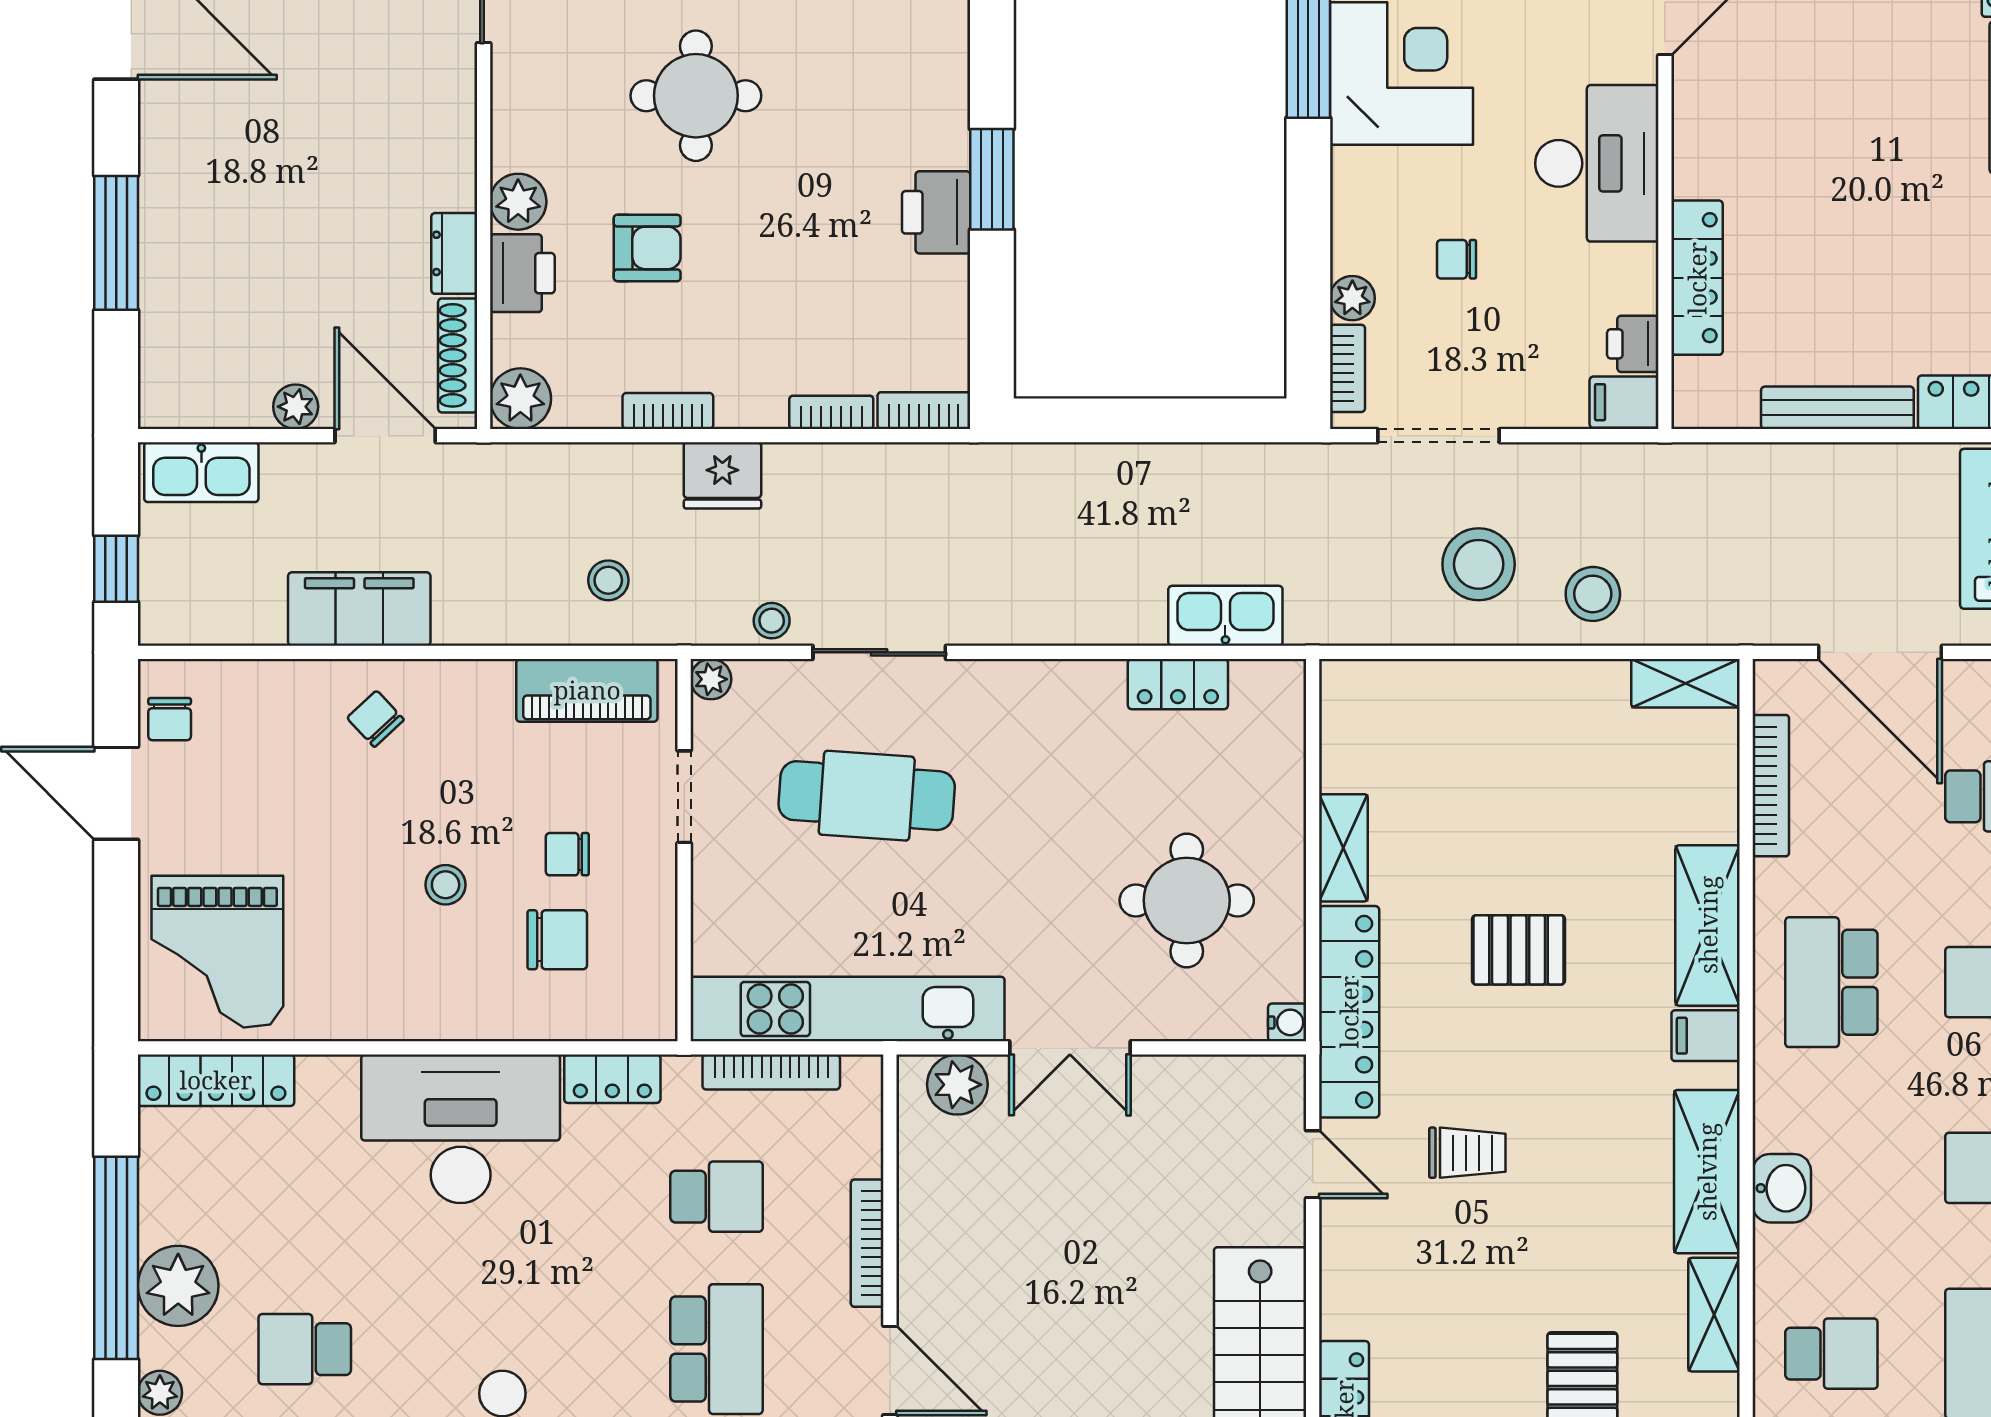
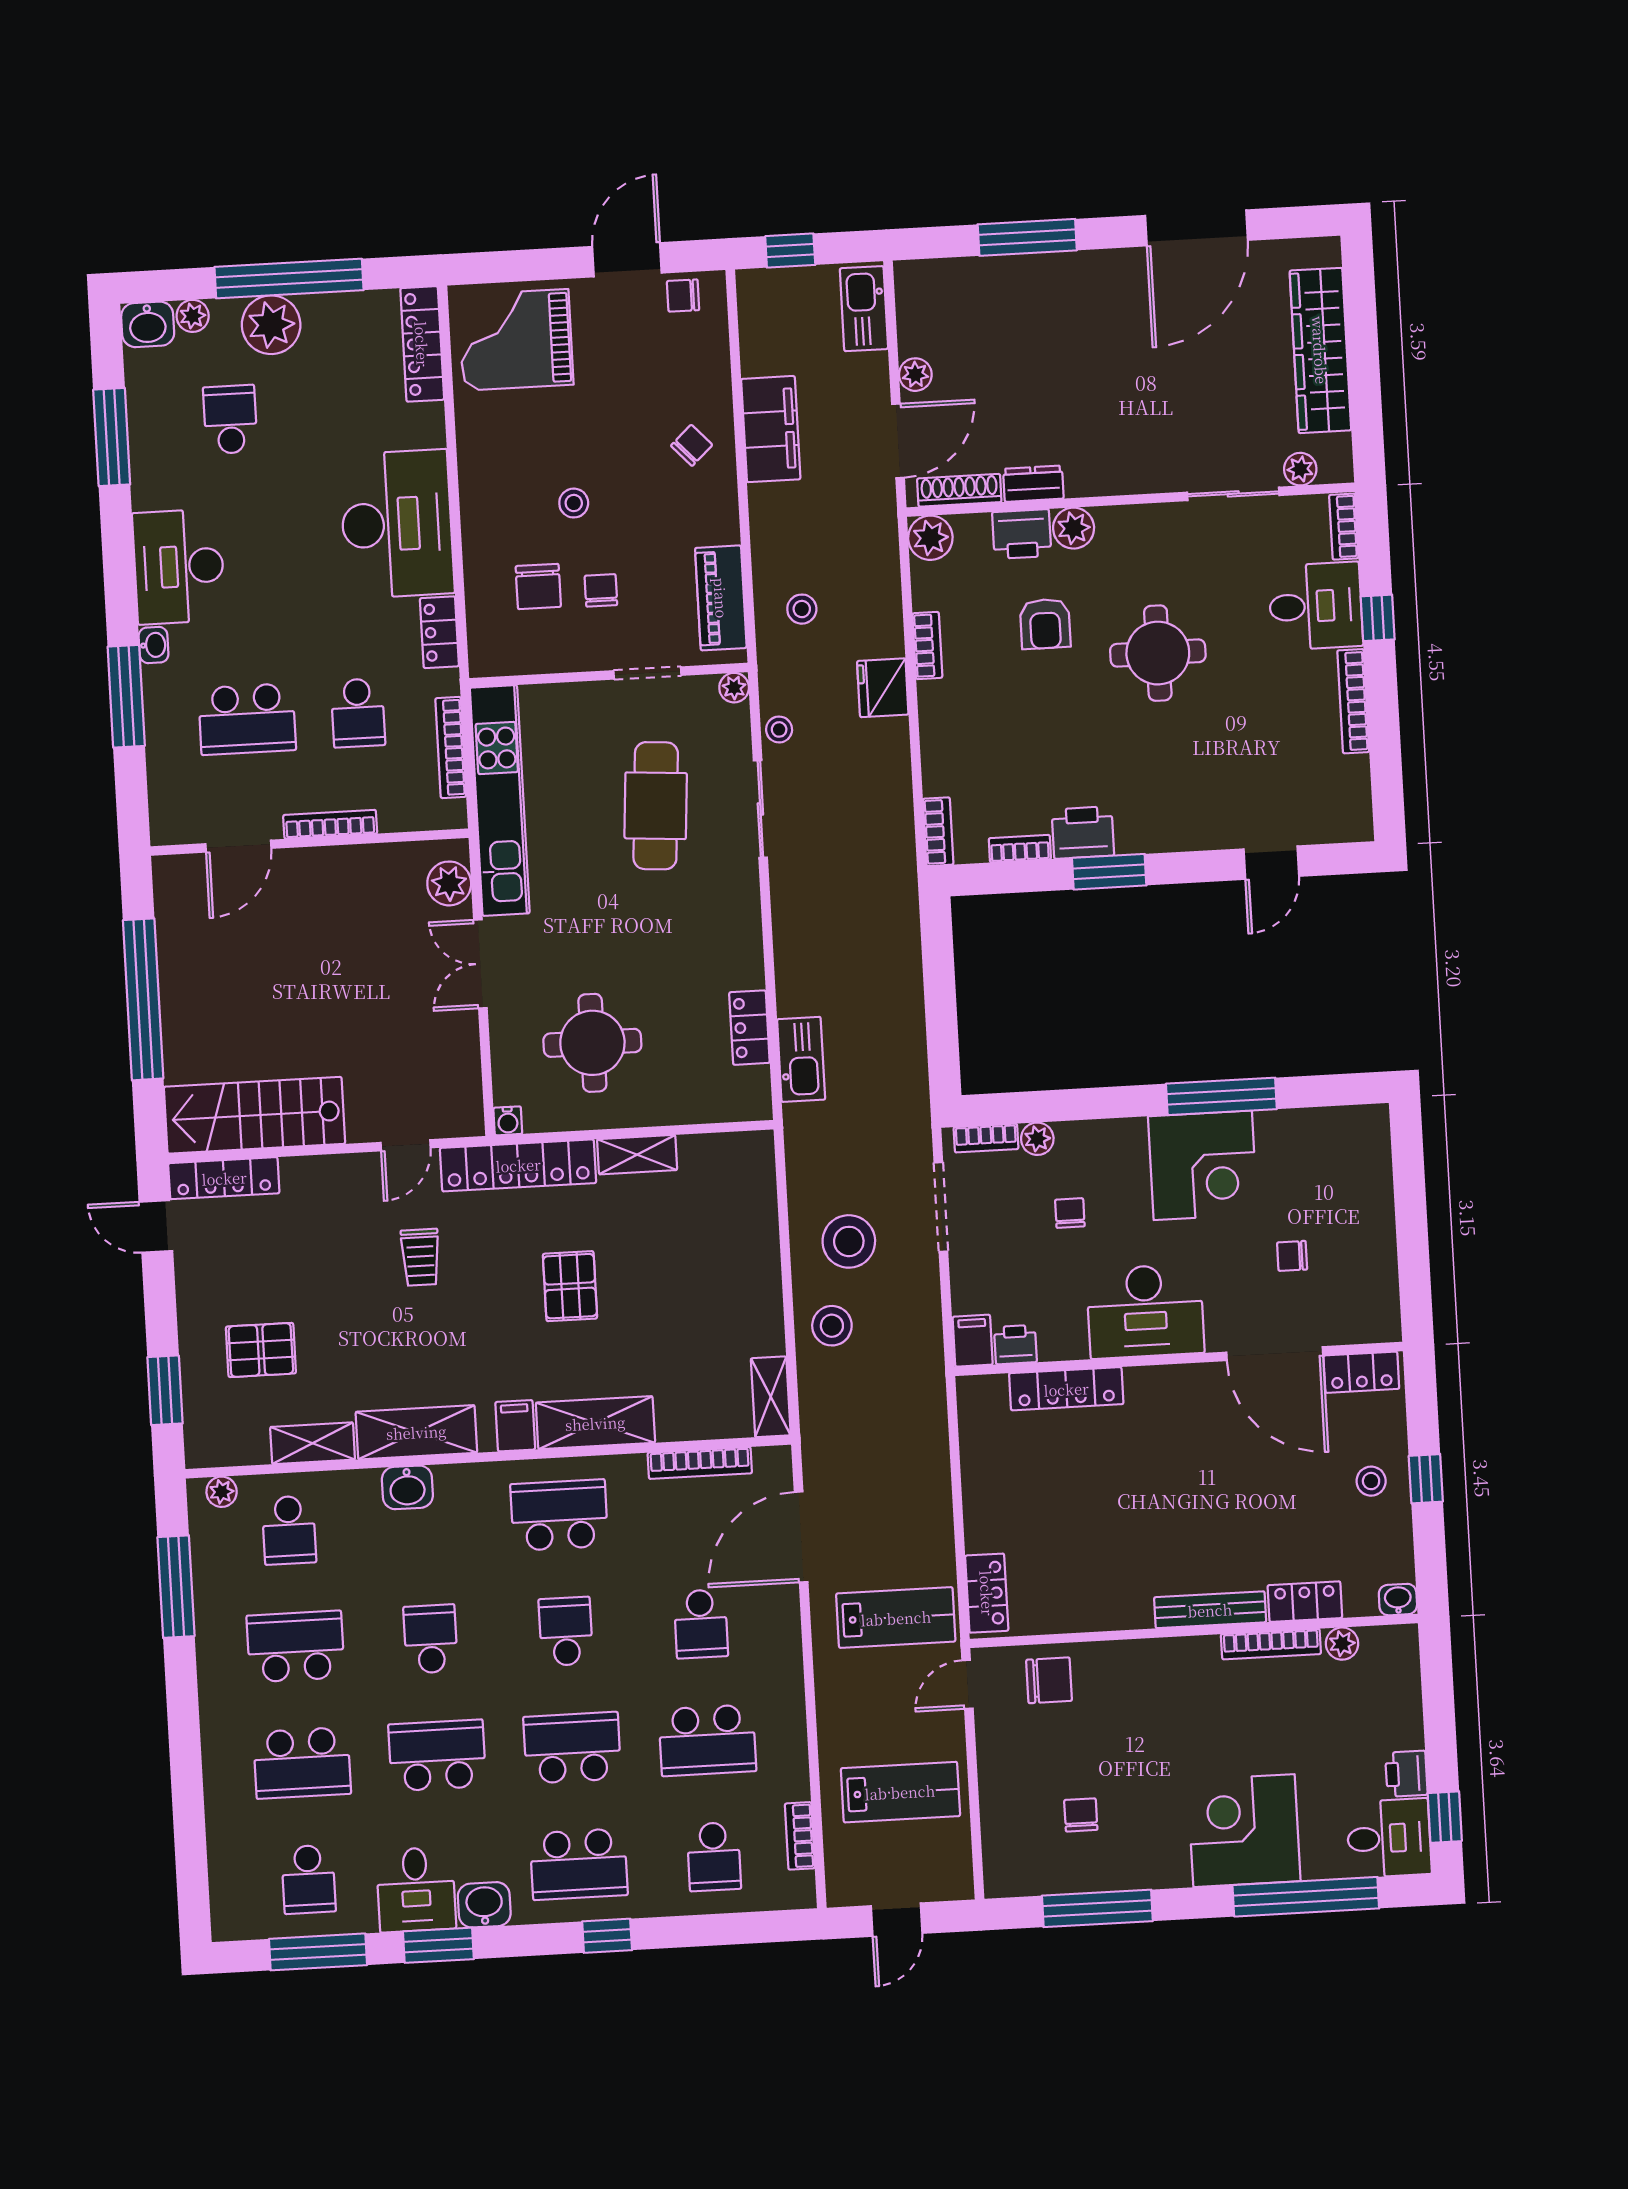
bench: (1837, 408) -> (977, 1496), removed
bookcase: (831, 412) -> (1020, 849), moved, turned -90

